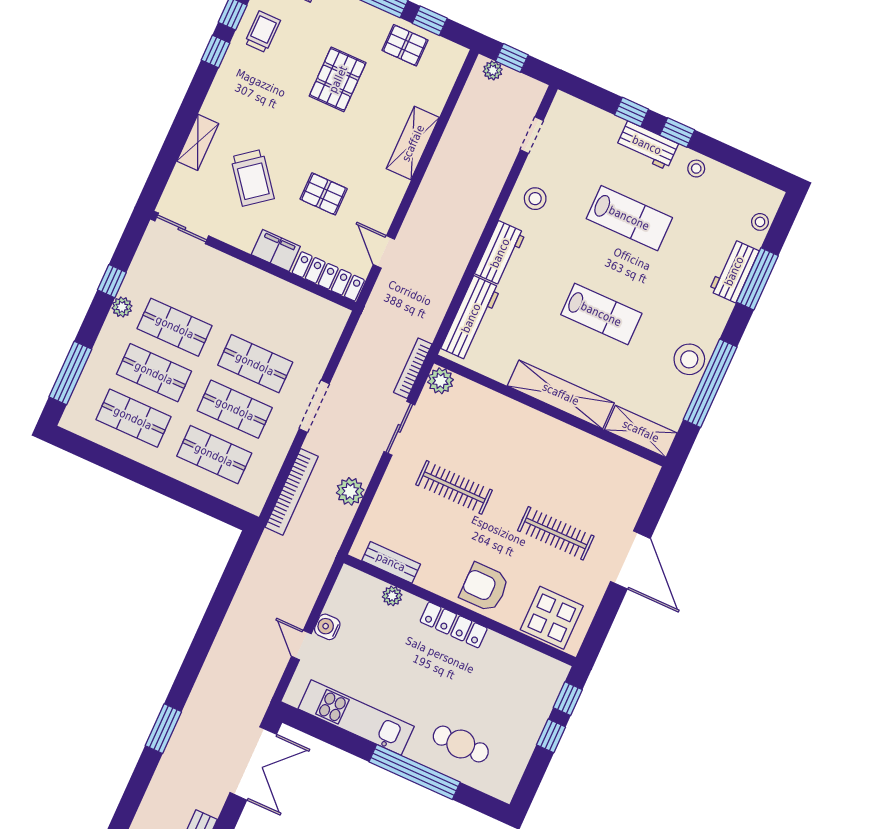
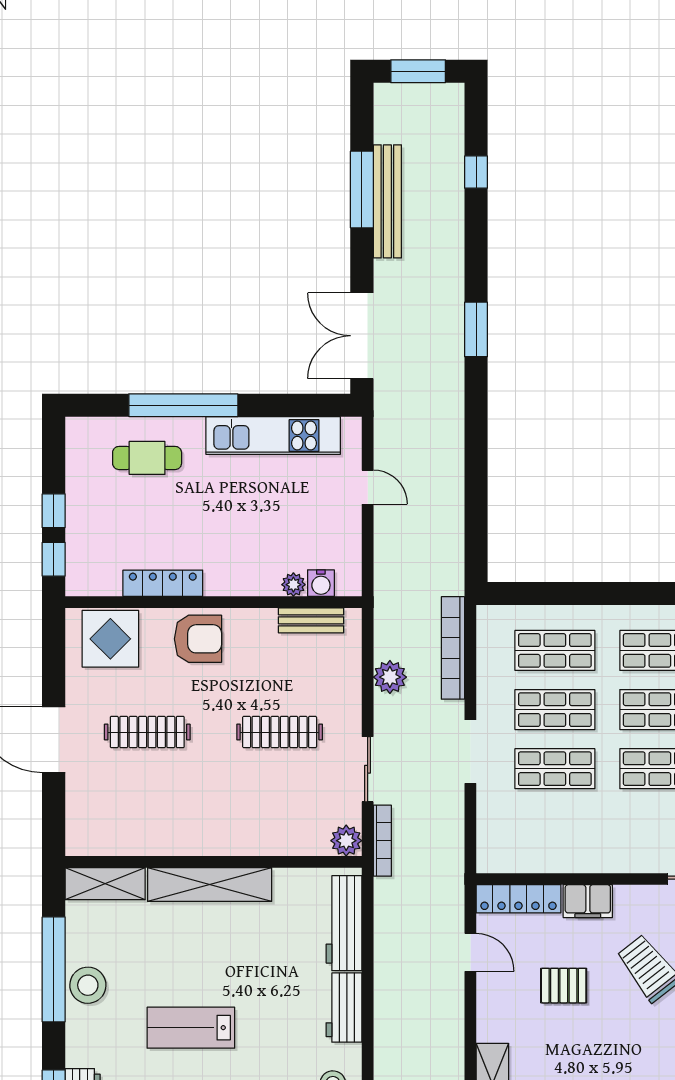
lab bench: (601, 314) -> (191, 1028), moved
locker: (454, 625) -> (163, 583), moved
water cooler: (327, 627) -> (321, 583), moved, turned 90

